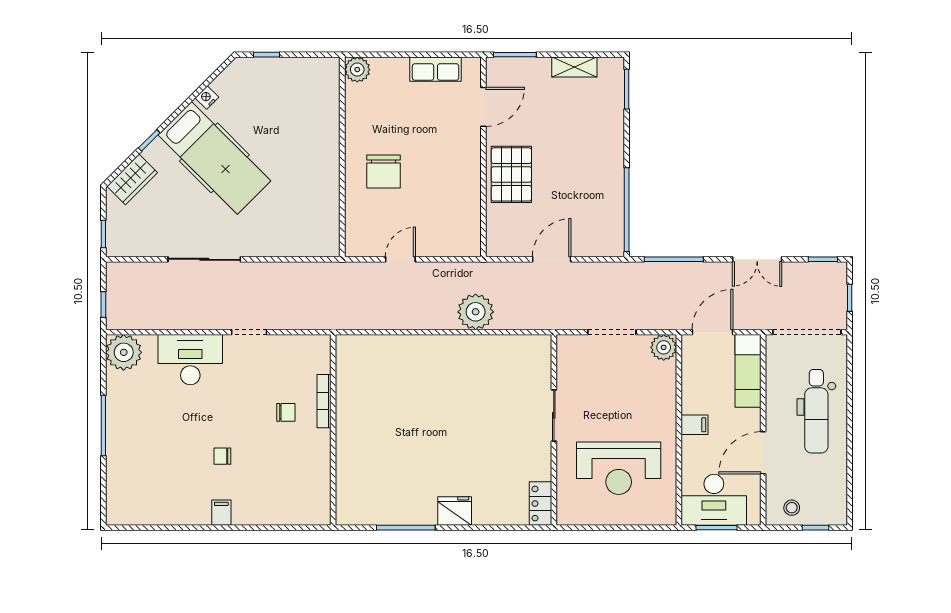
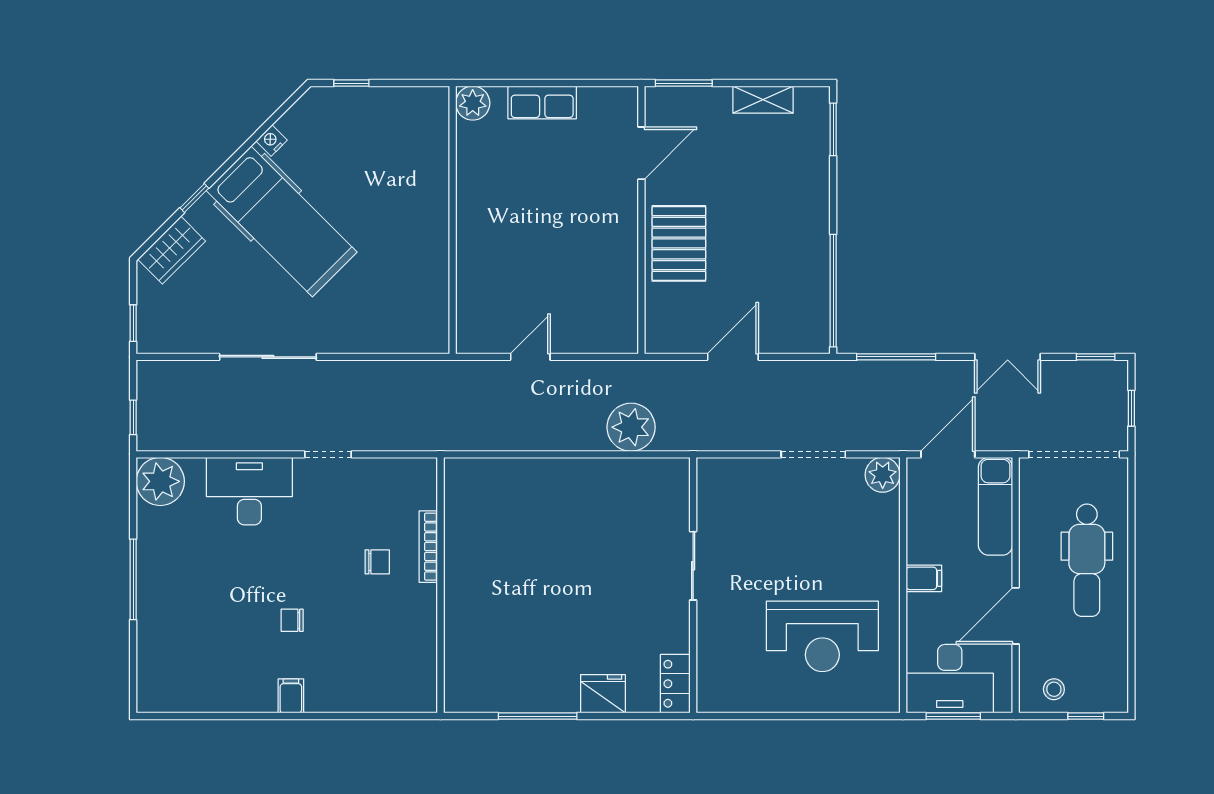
row of seats: (436, 69) -> (542, 102), moved
chair: (383, 171) -> (508, 240), removed
sliding door: (554, 415) -> (693, 566), moved
wall: (554, 430) -> (693, 585), moved
locker: (541, 504) -> (675, 684), moved

